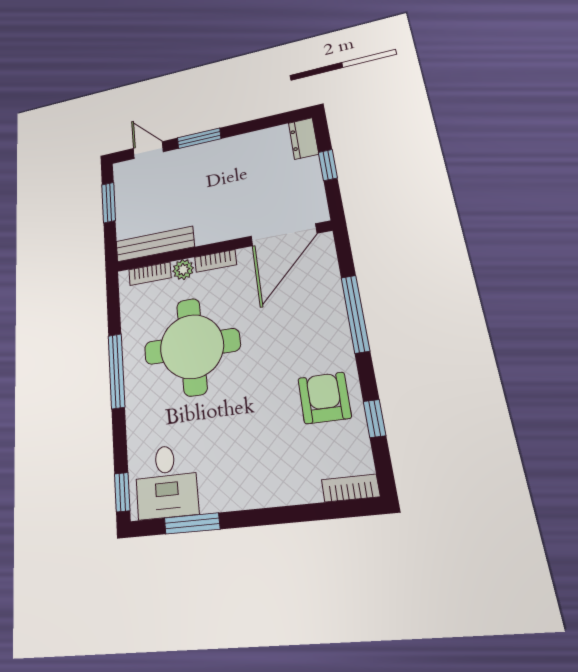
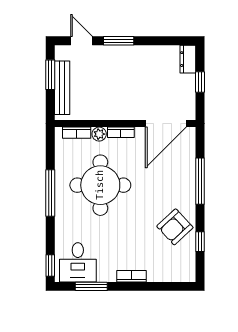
bench: (155, 244) -> (62, 88), moved, turned 90
armchair: (324, 398) -> (175, 227), turned -133
bookcase: (351, 488) -> (132, 276), moved

